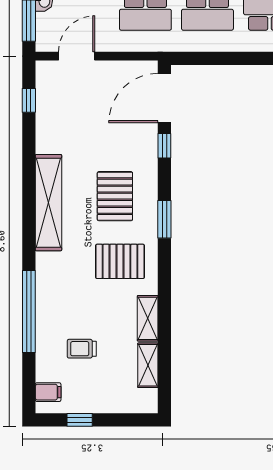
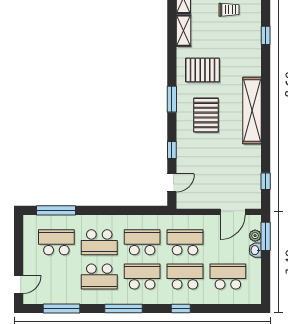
plant: (44, 22) -> (255, 236), added
door: (164, 98) -> (172, 183), width x0.53
window: (29, 311) -> (266, 35), width x0.32

